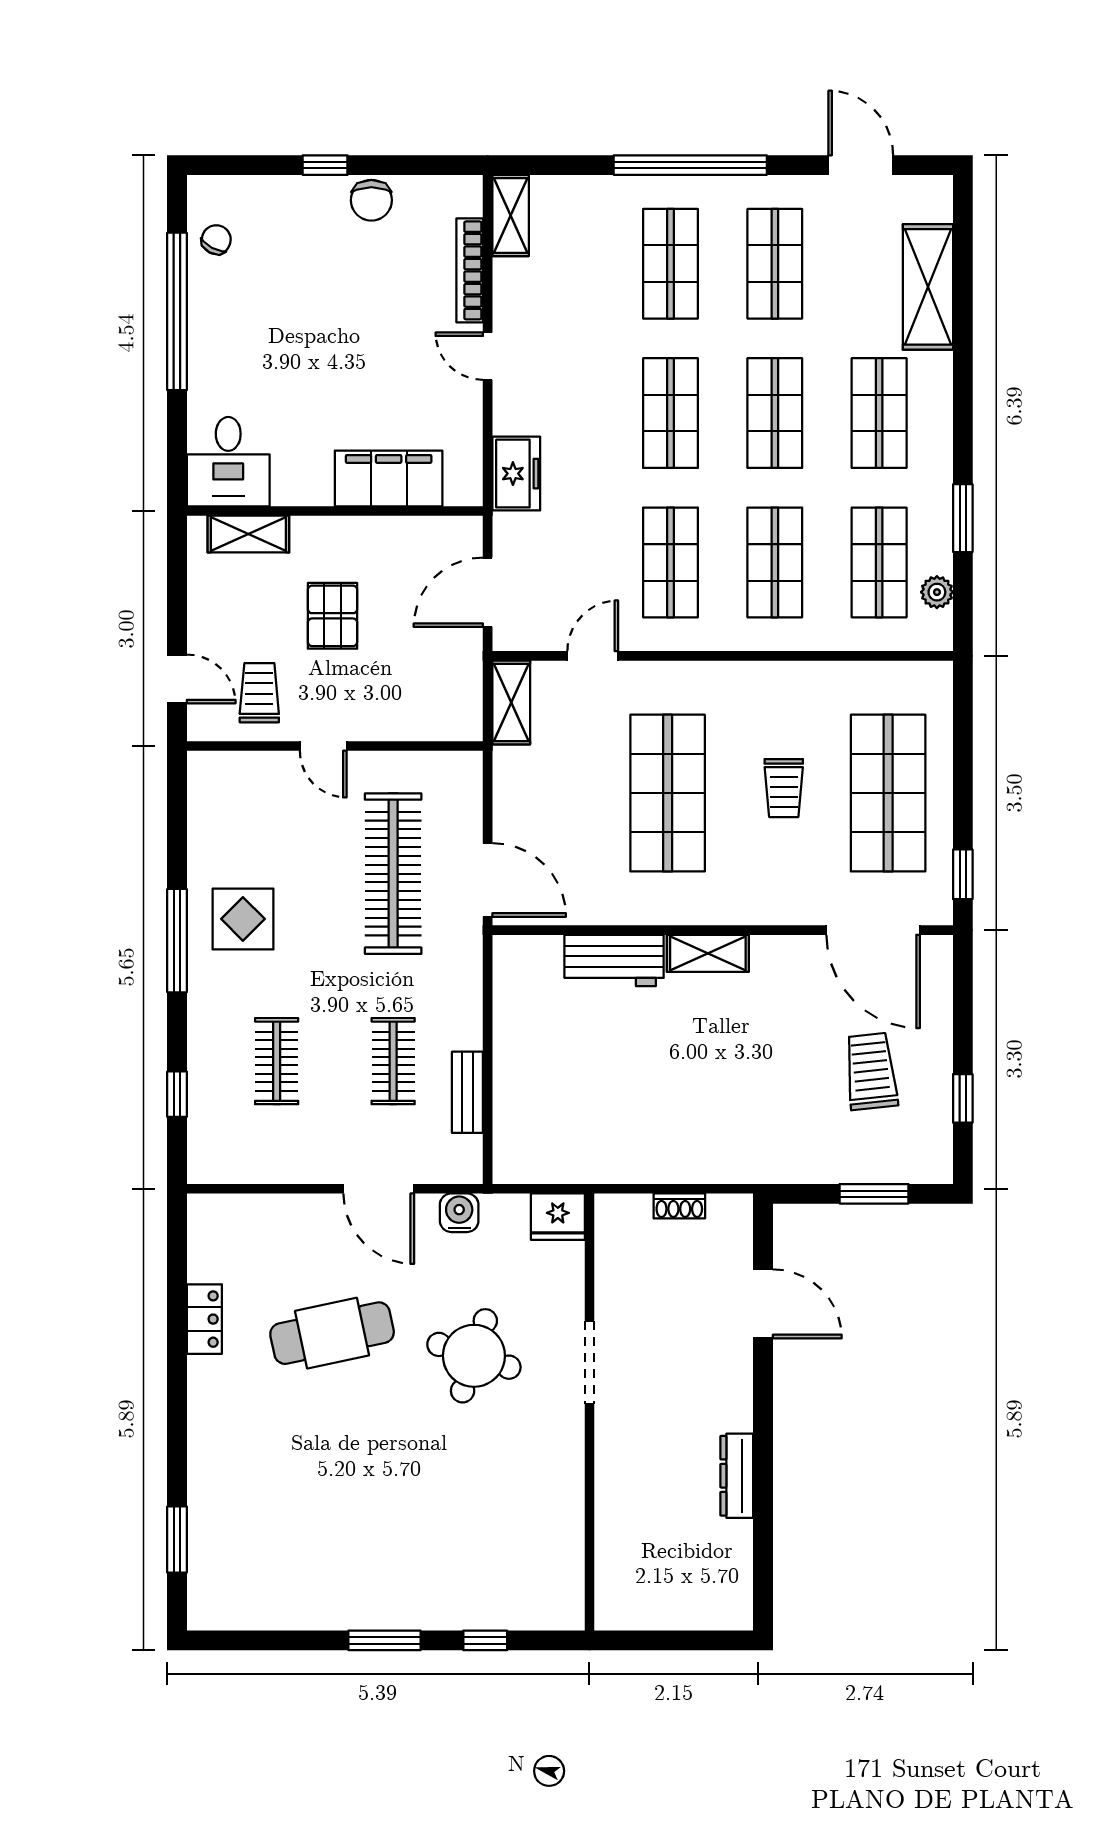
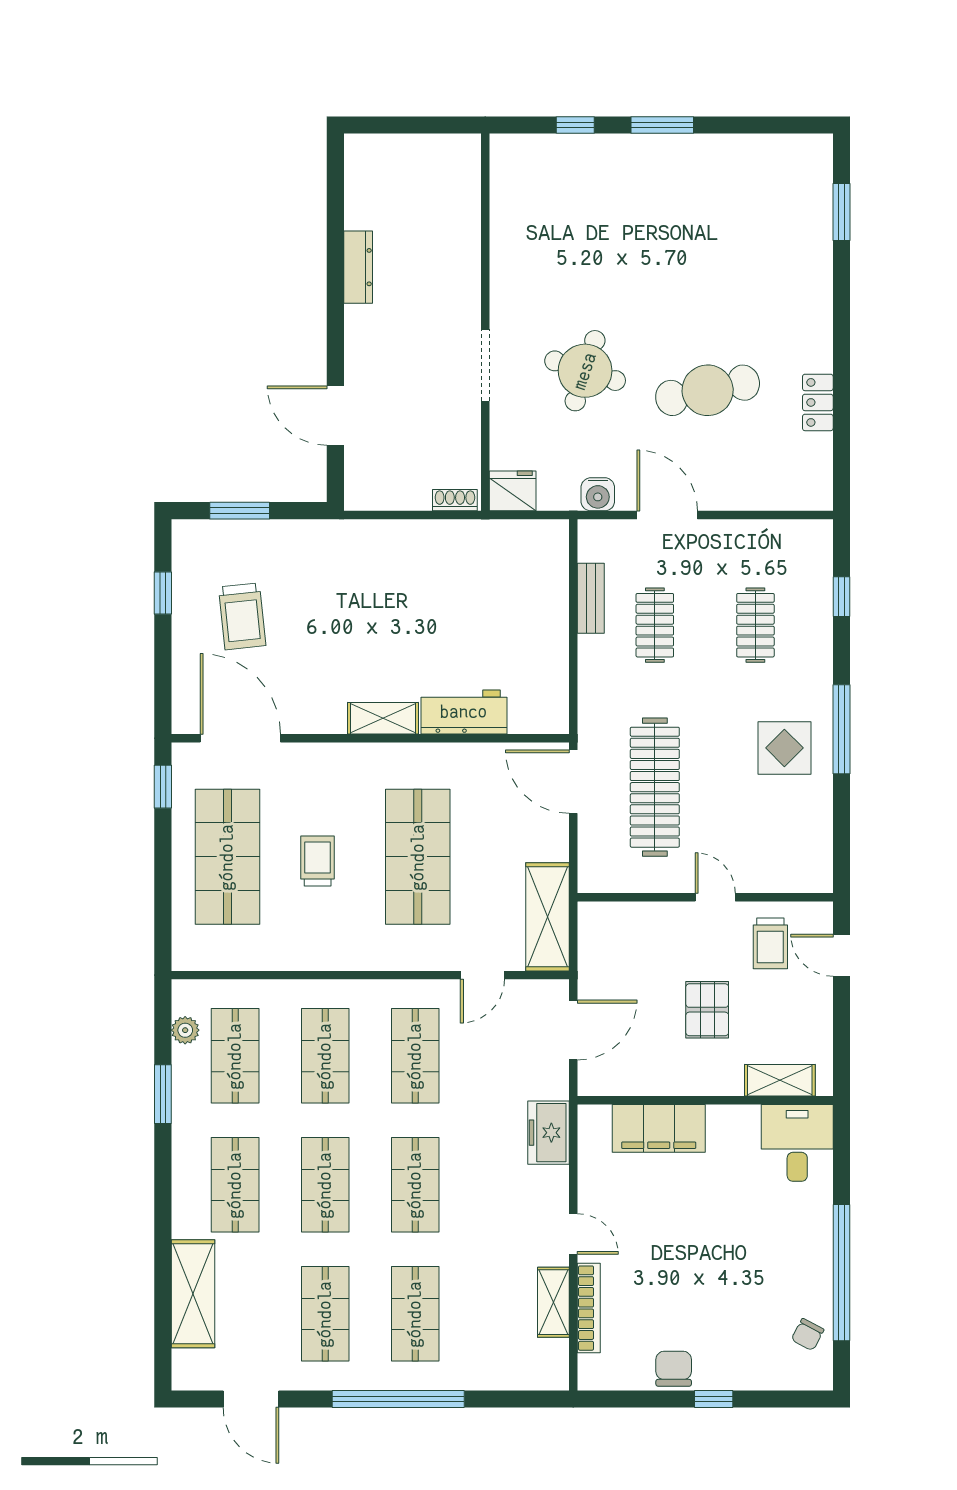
shelving: (511, 216) -> (553, 1302), moved
shelving: (511, 703) -> (547, 917), width x1.50, depth x1.33
shoe rack: (679, 1206) -> (455, 500), moved

